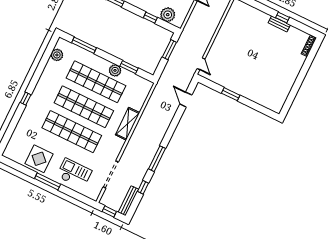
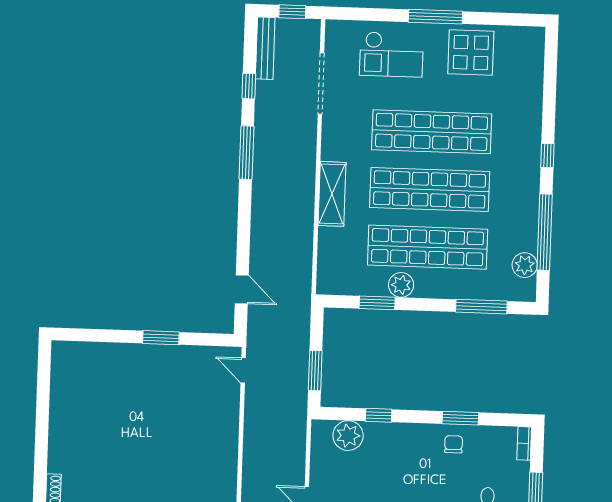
window: (42, 66) -> (545, 232), added

